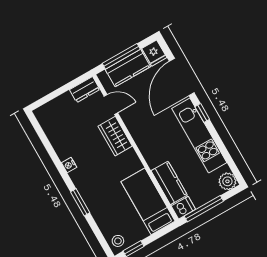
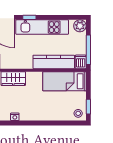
kitchen counter: (169, 183) -> (54, 62), width x1.50
window: (80, 202) -> (41, 123), removed

